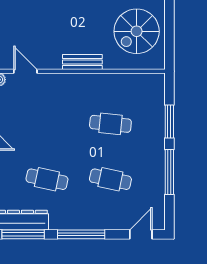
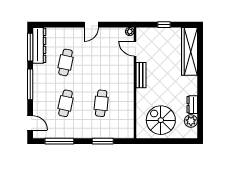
bench: (82, 62) -> (141, 75), moved
door: (25, 71) -> (135, 49), swing flipped
window: (169, 172) -> (59, 141), moved

